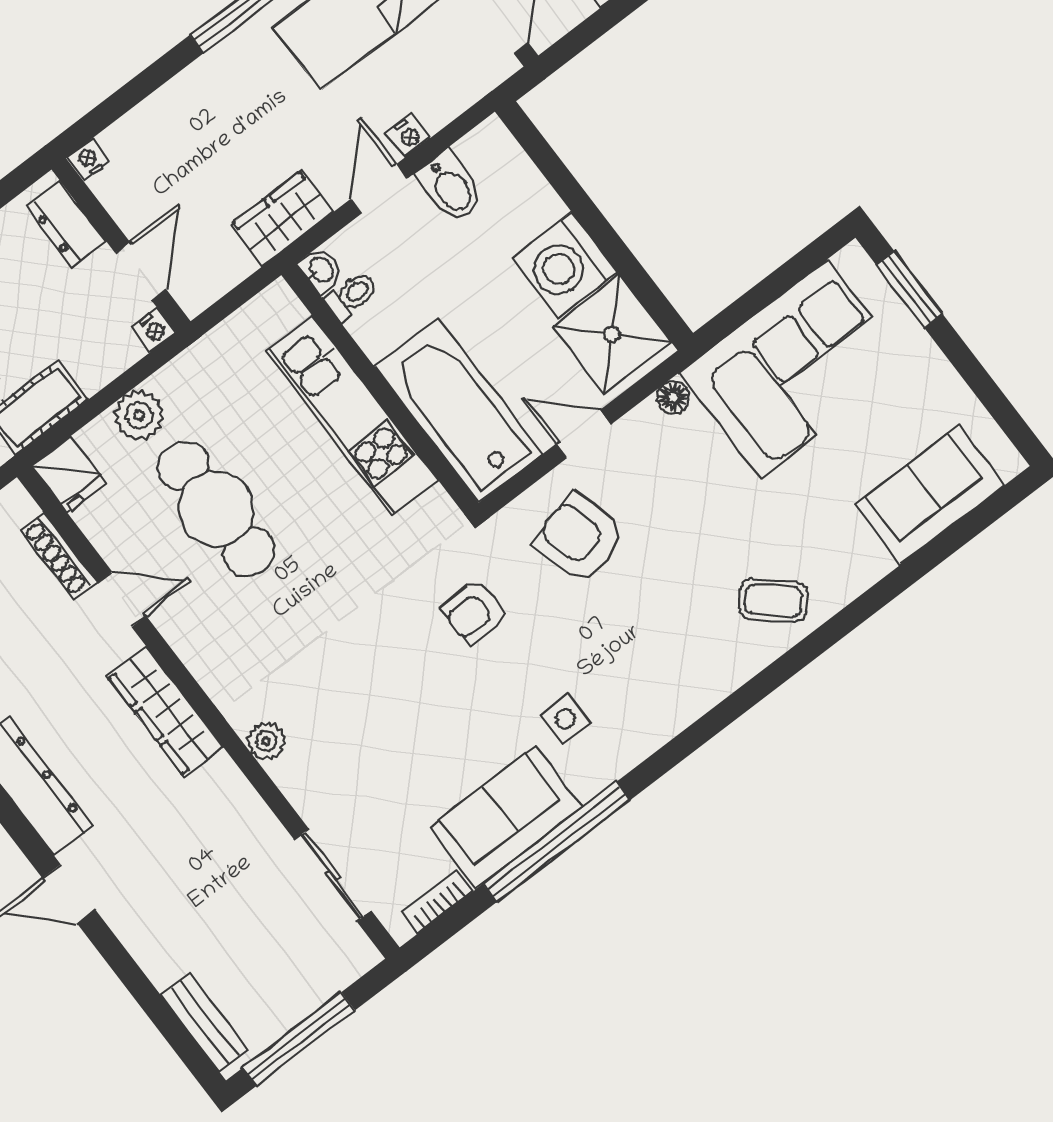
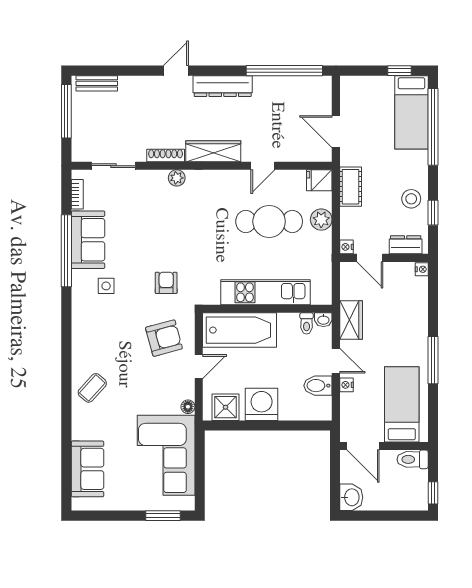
shower: (612, 334) -> (225, 407), width x0.73, depth x0.73
shoe rack: (59, 556) -> (166, 155), moved

